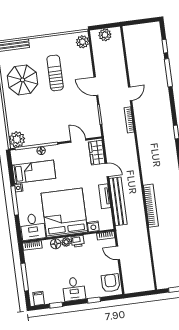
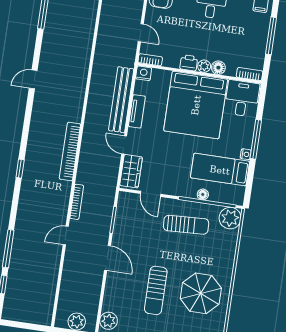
sun lounger: (47, 126) -> (186, 225), added
bookcase: (151, 206) -> (70, 152), moved
nightstand: (93, 227) -> (144, 73), moved

